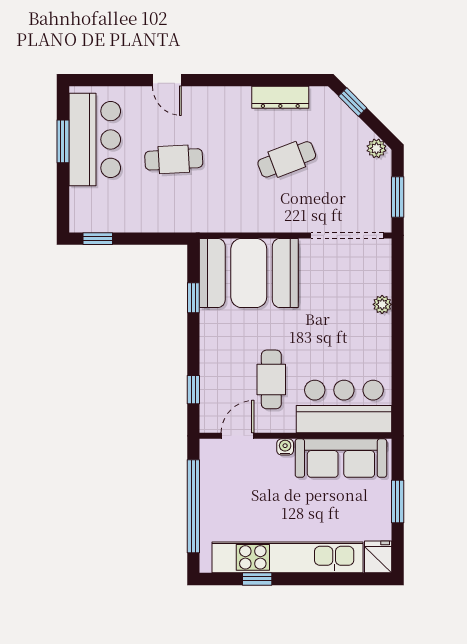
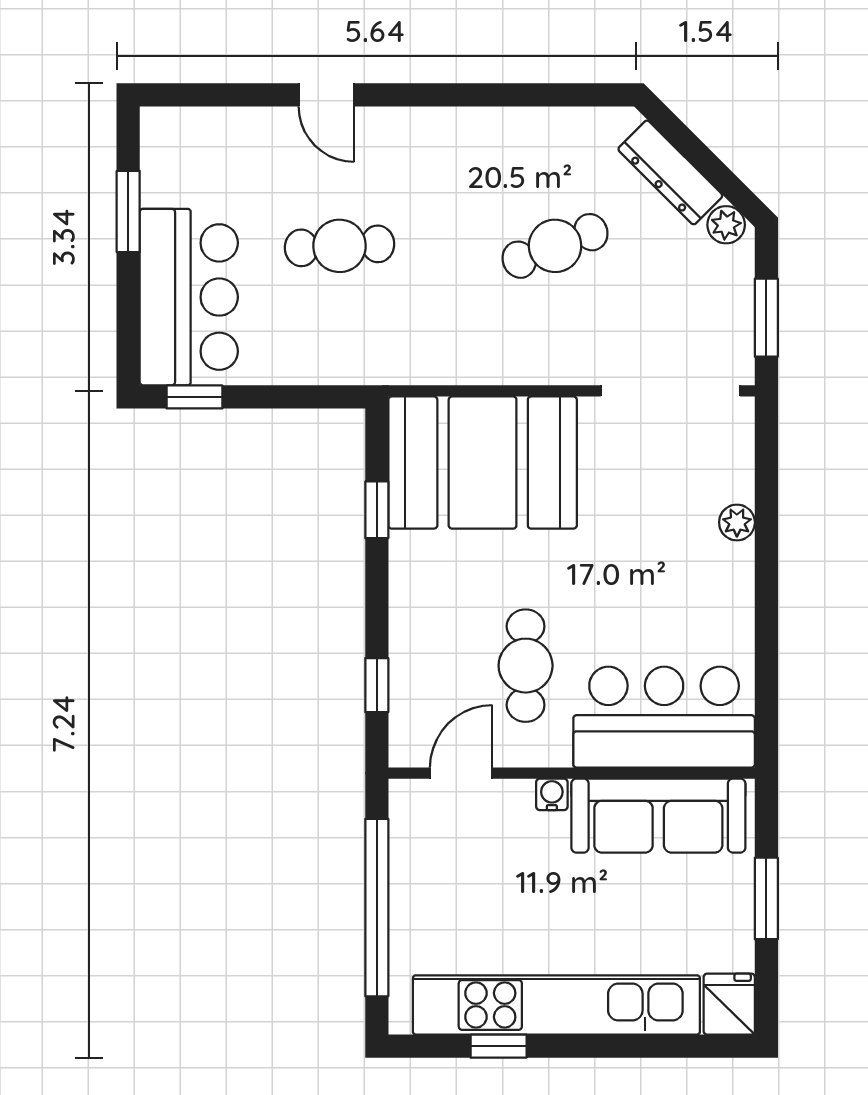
dresser: (280, 97) -> (670, 172), moved, turned 45
window: (353, 102) -> (681, 137), removed
bar counter: (95, 139) -> (189, 297), moved

